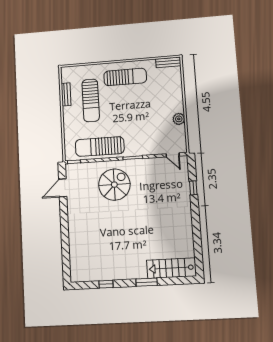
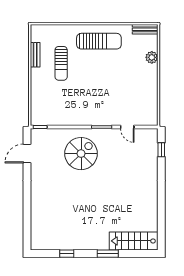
sun lounger: (91, 100) -> (61, 63), width x0.73, depth x0.75
plant: (179, 119) -> (152, 57), moved
sun lounger: (100, 147) -> (68, 113), removed
door: (173, 155) -> (127, 127), moved
window: (193, 188) -> (161, 150), moved

